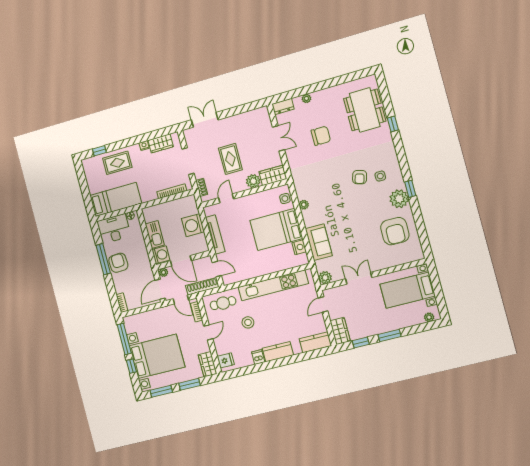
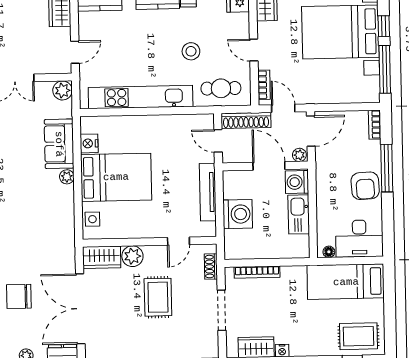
double door: (279, 138) -> (80, 309), width x1.87
rug: (117, 163) -> (358, 336), moved
plant: (304, 205) -> (67, 177), moved
window: (103, 259) -> (387, 168), moved
door: (208, 332) -> (254, 50), hinge flipped

